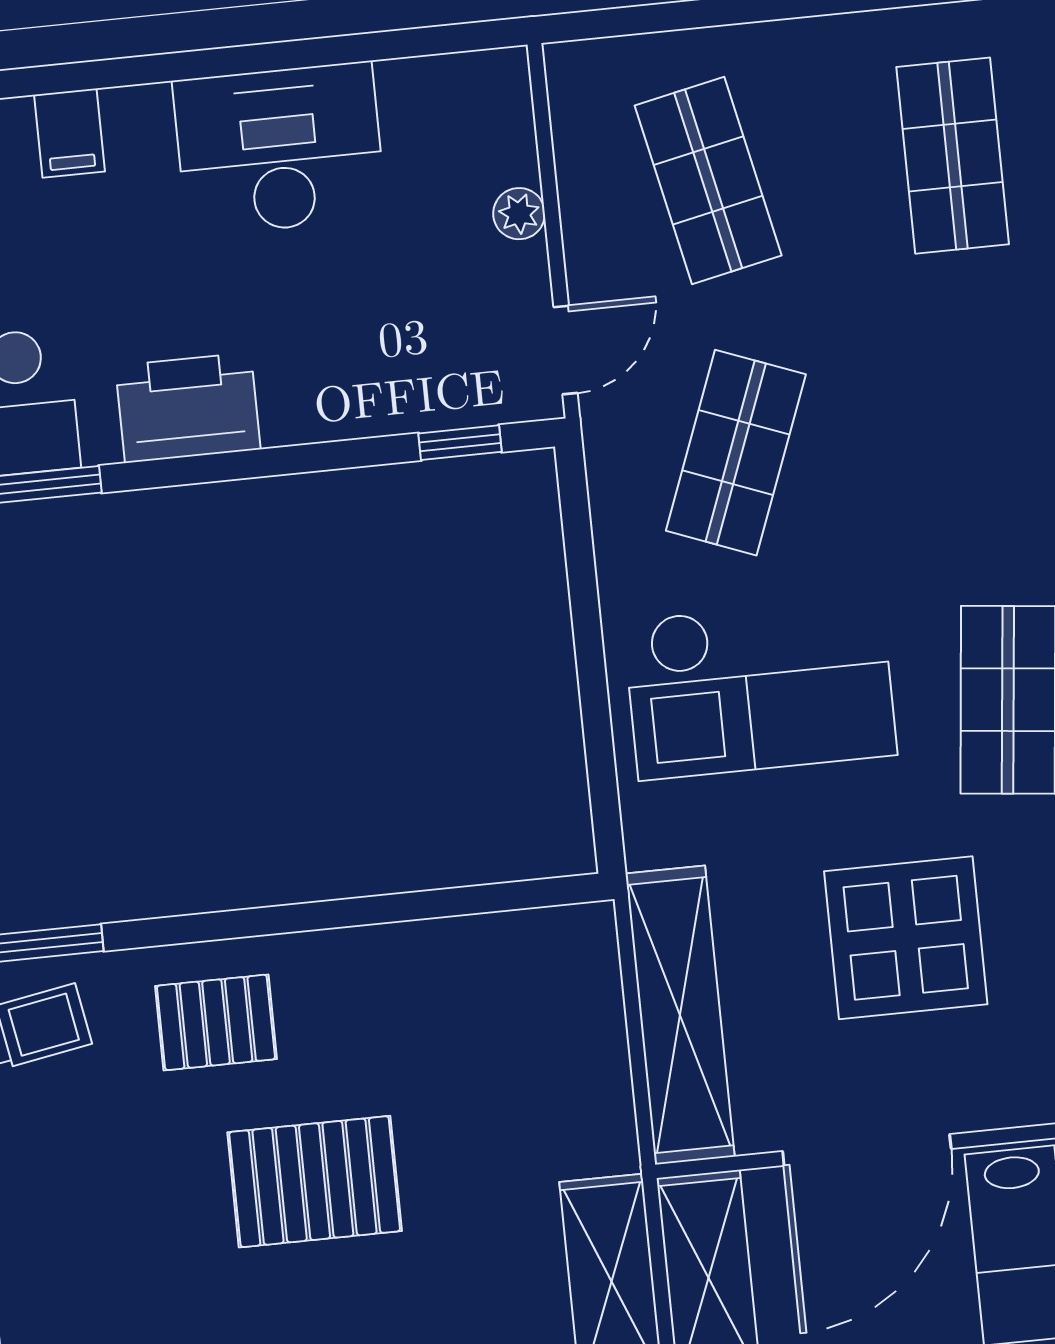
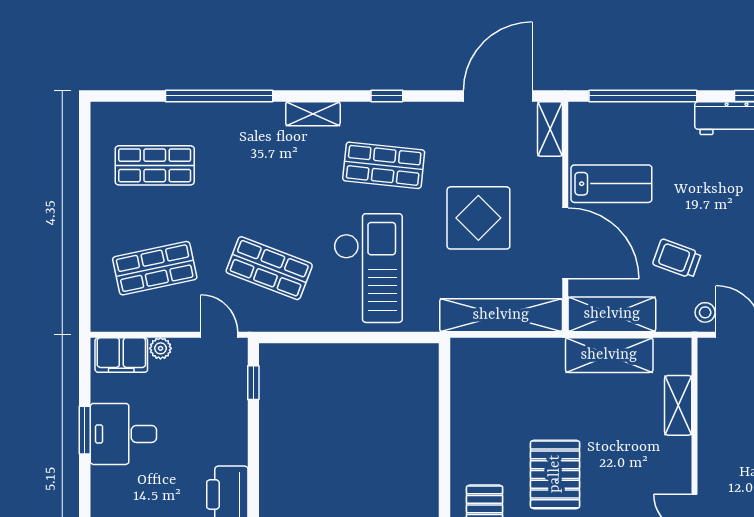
window: (306, 54) -> (85, 430), added
filing cabinet: (494, 122) -> (121, 355), added
desk: (280, 149) -> (123, 434), width x0.73

